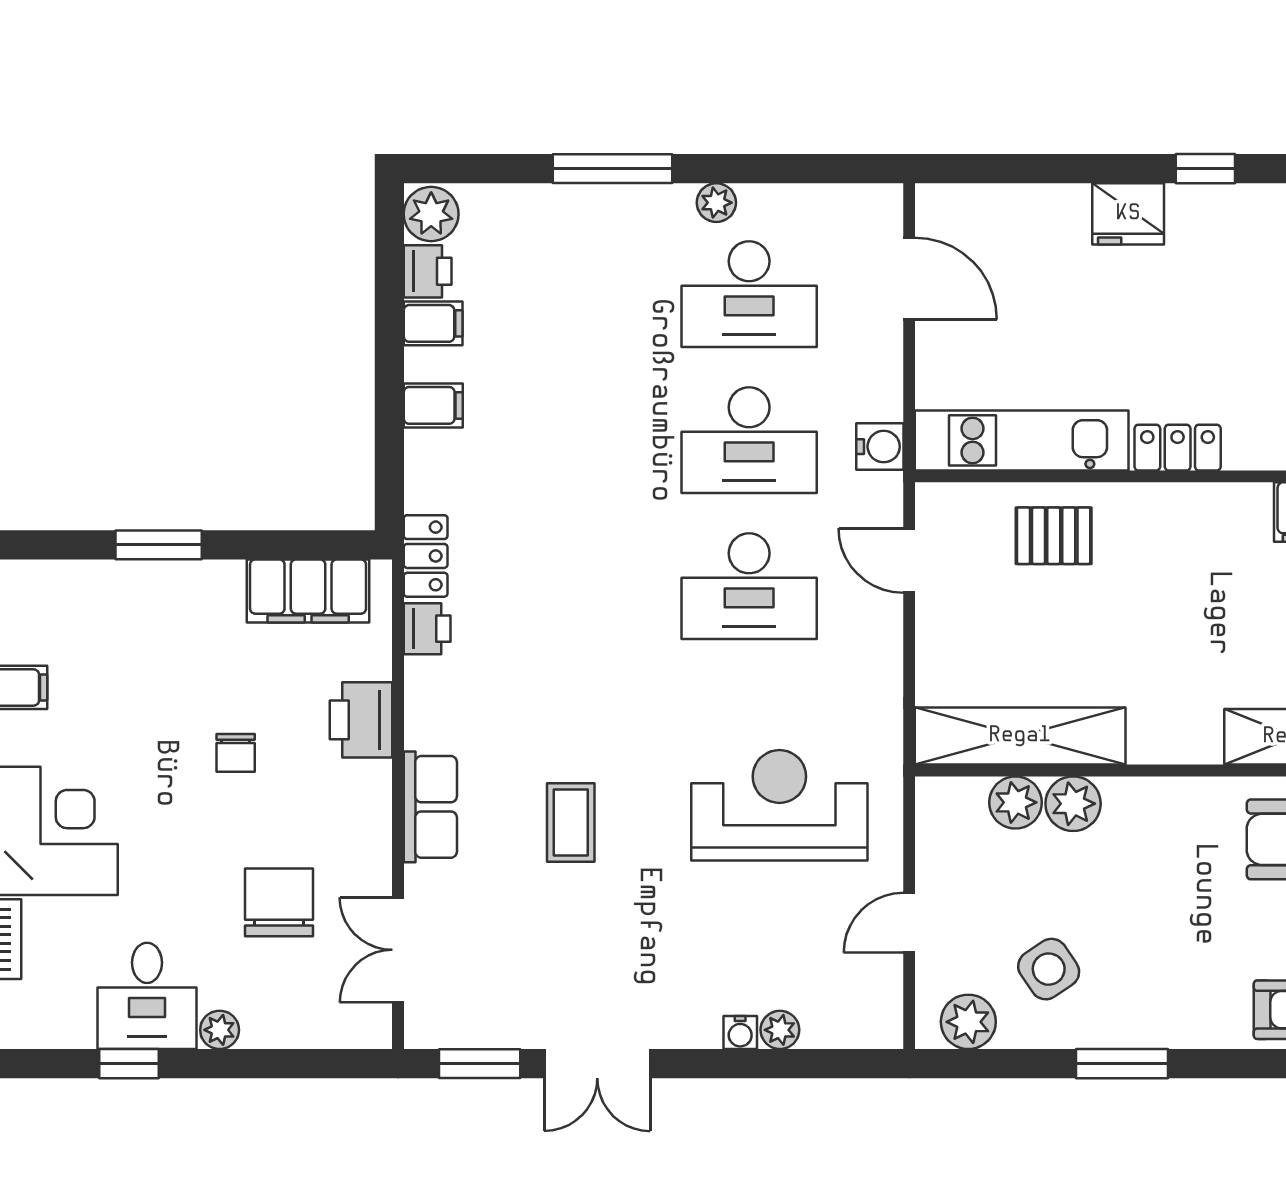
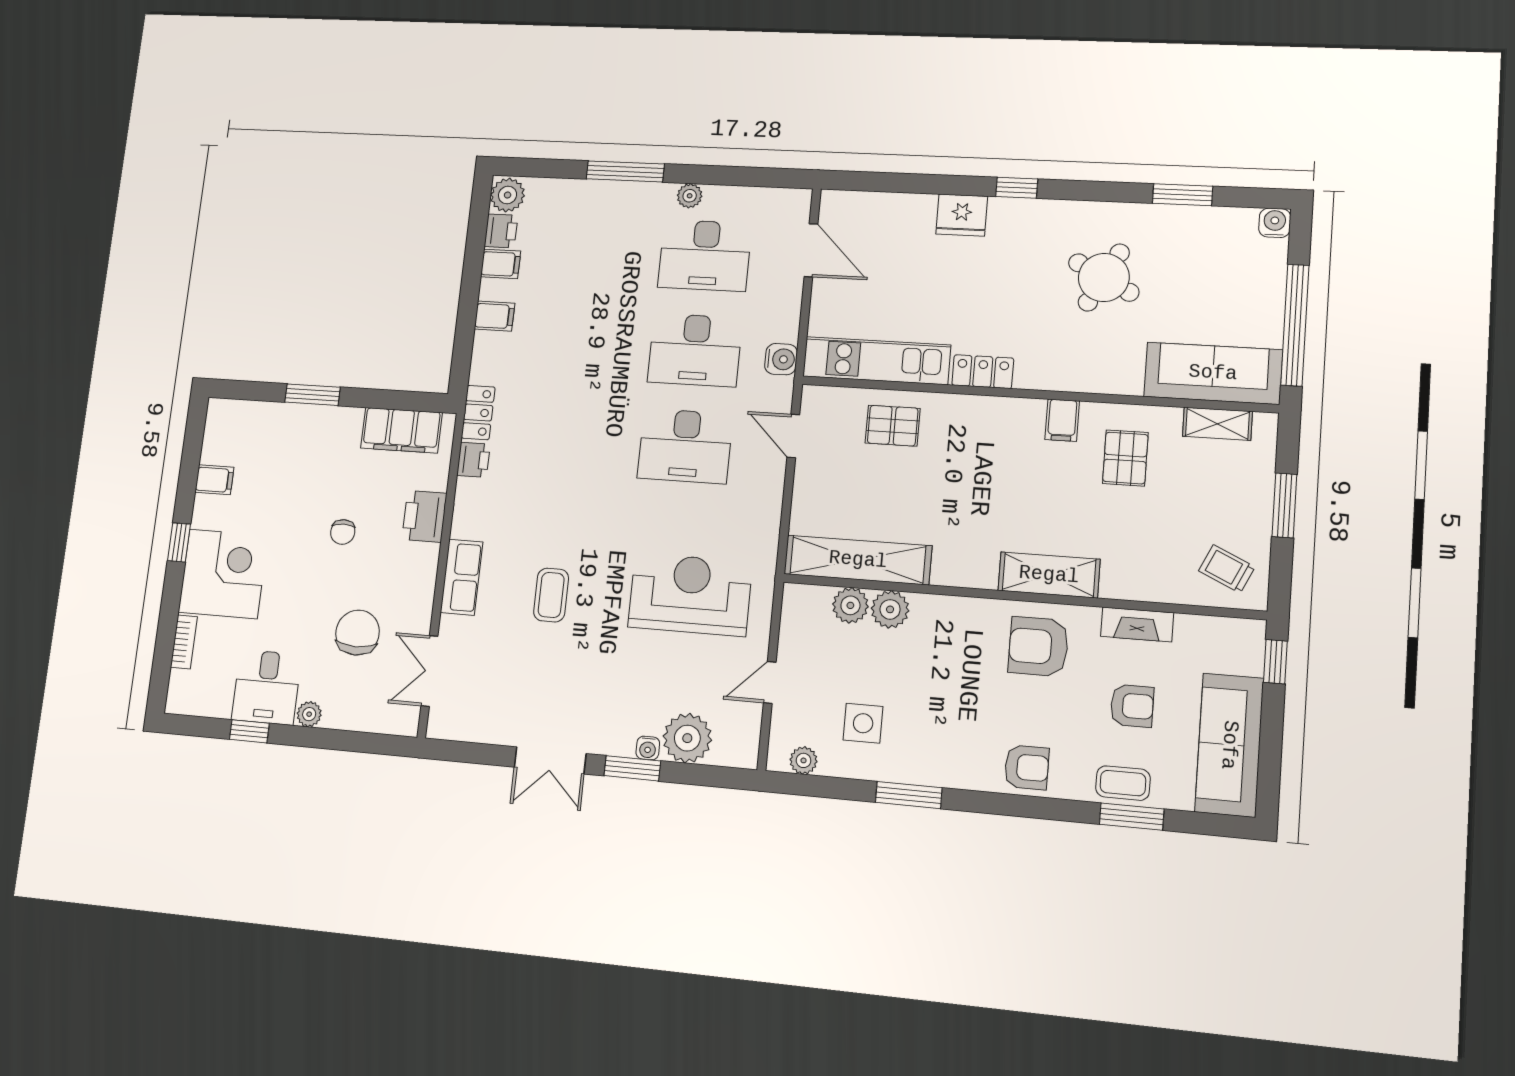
side table: (1049, 969) -> (863, 723), turned 34
plant: (968, 1022) -> (803, 760), width x0.73, depth x0.73
plant: (780, 1030) -> (687, 738), width x1.88, depth x1.88
window: (480, 1064) -> (632, 768), moved

